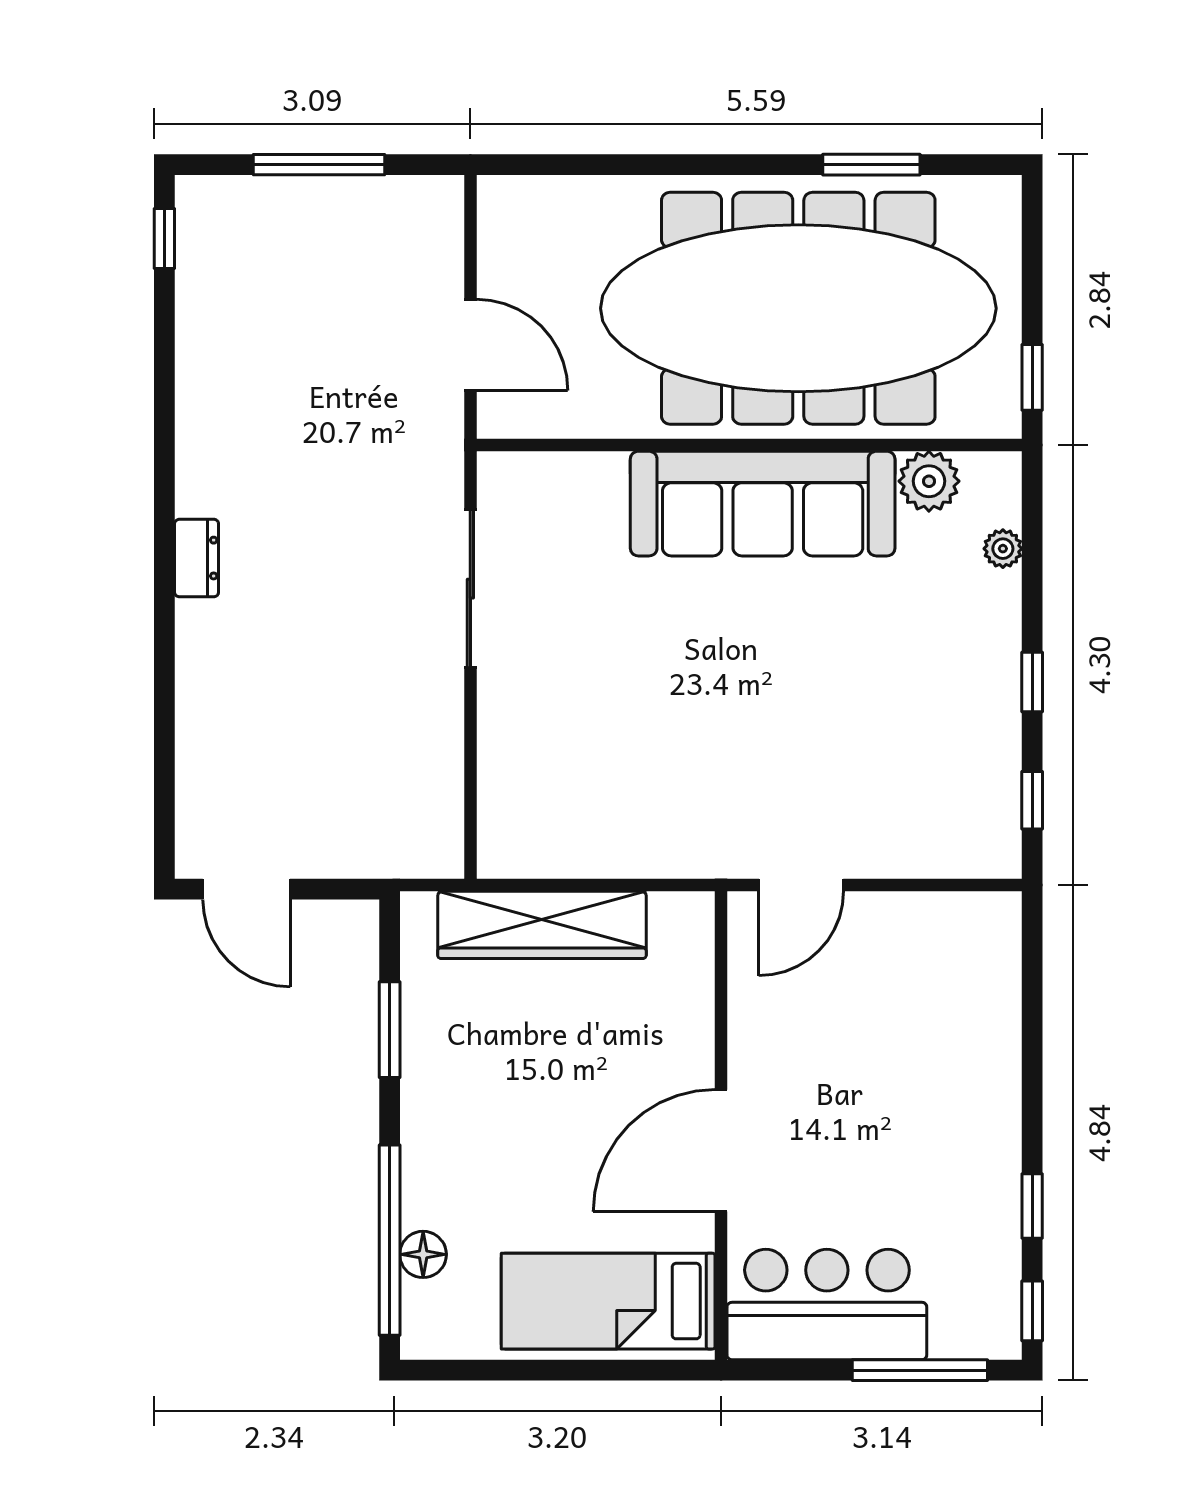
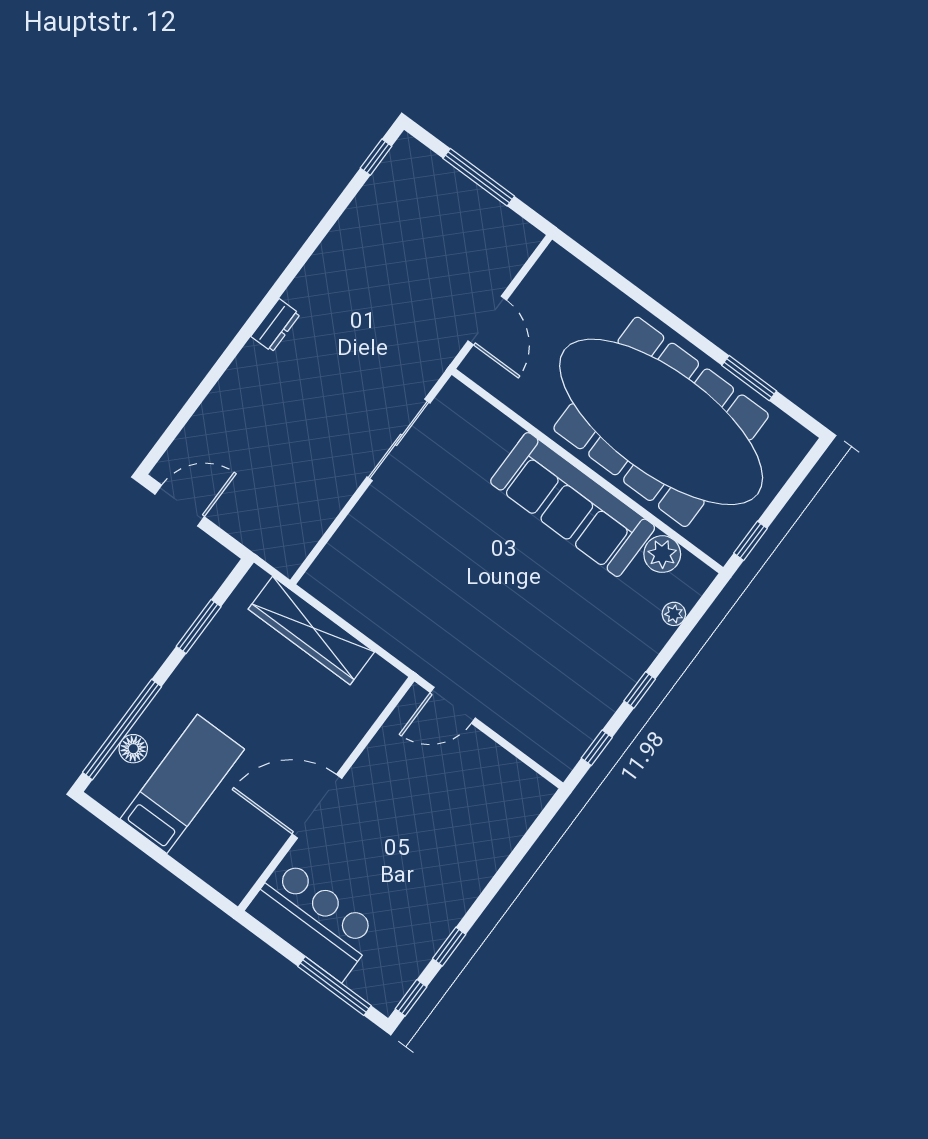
door: (246, 889) -> (180, 506), swing flipped
bed: (608, 1301) -> (182, 784), moved, turned 90

